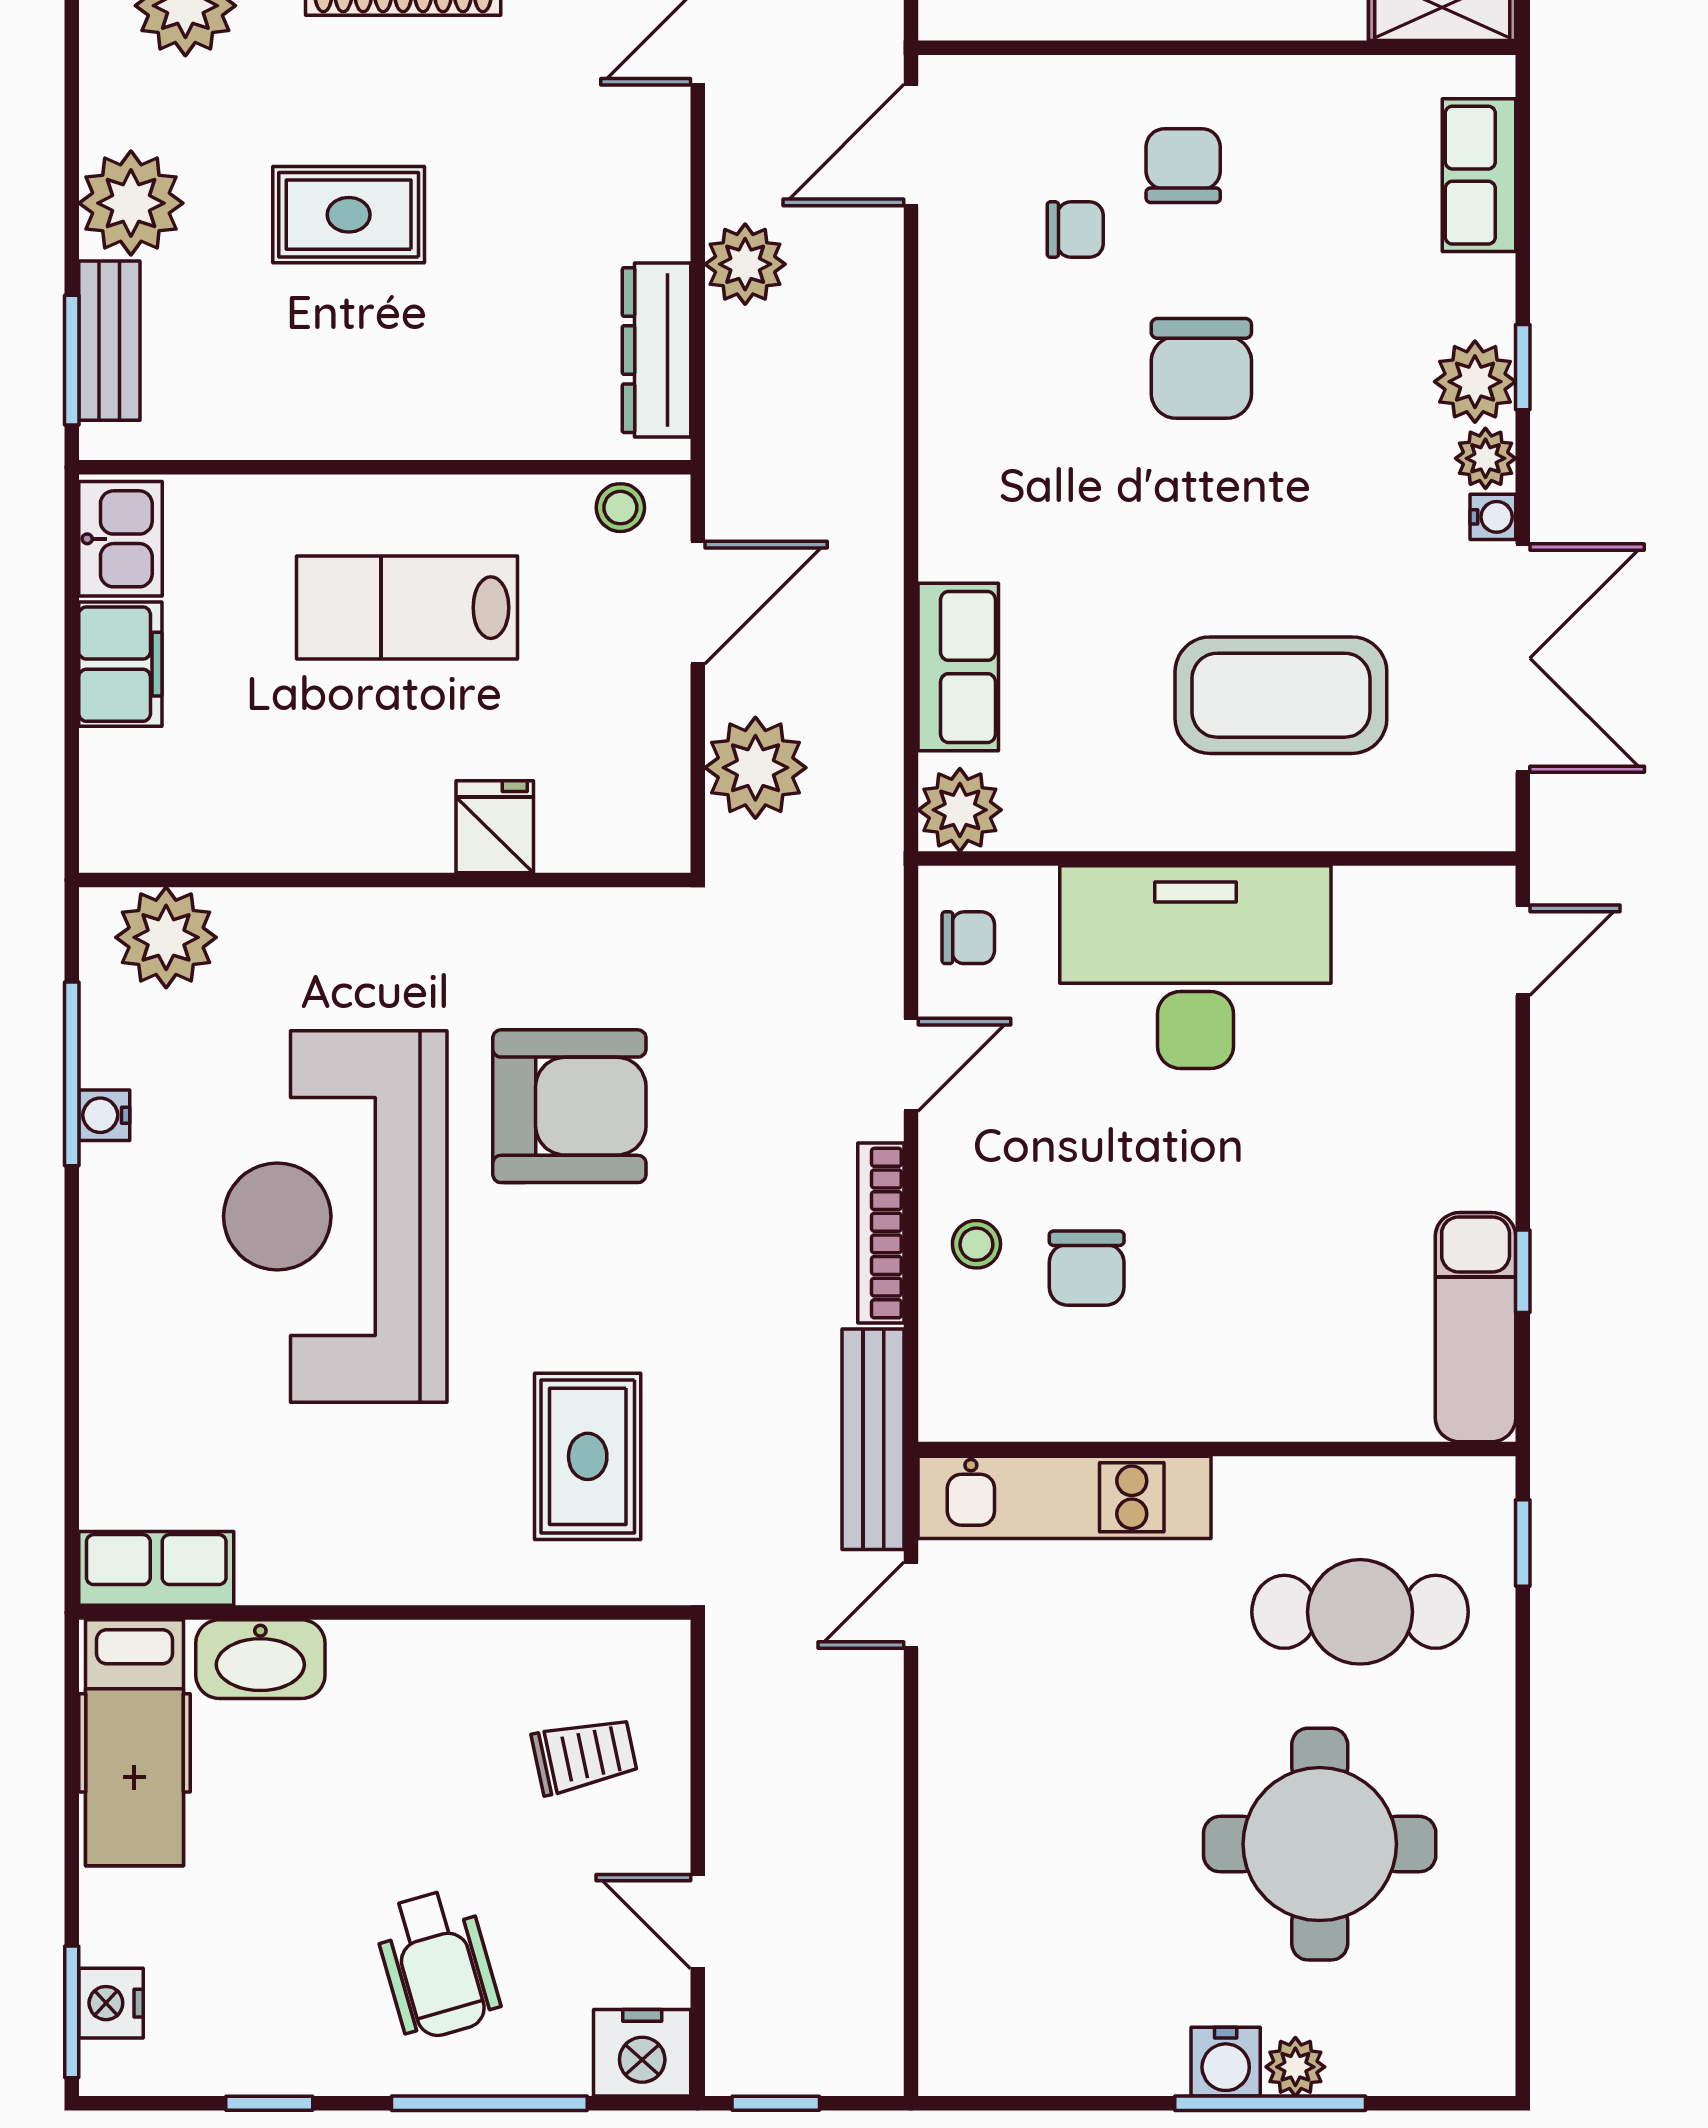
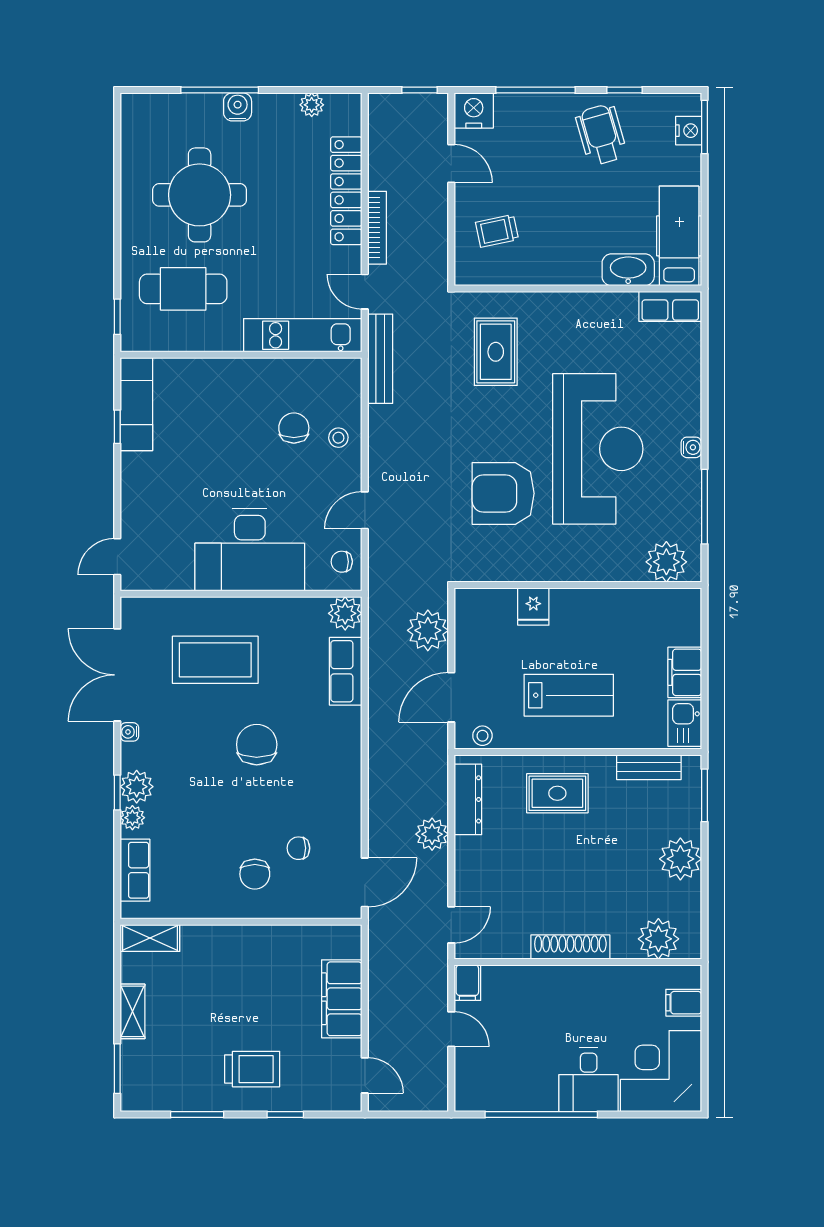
rug: (349, 215) -> (557, 793), moved
bench: (109, 341) -> (649, 767), moved, turned 90
chair: (1201, 368) -> (257, 745), moved
plant: (1485, 458) -> (132, 818), moved
water cooler: (104, 1115) -> (691, 447), moved
bookcase: (881, 1233) -> (377, 228), moved
door: (911, 1605) -> (365, 292), swing flipped
locker: (957, 1855) -> (346, 191), added
wheelchair: (437, 1964) -> (601, 135), moved
plant: (1295, 2067) -> (312, 105), moved

